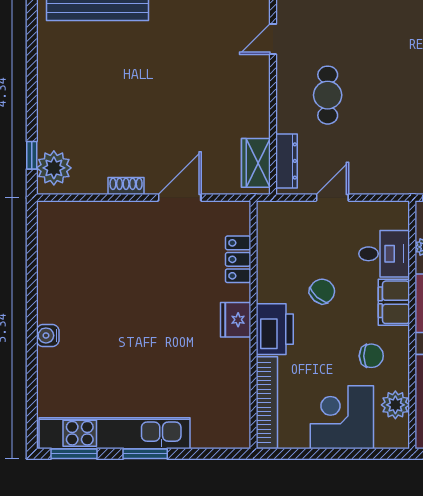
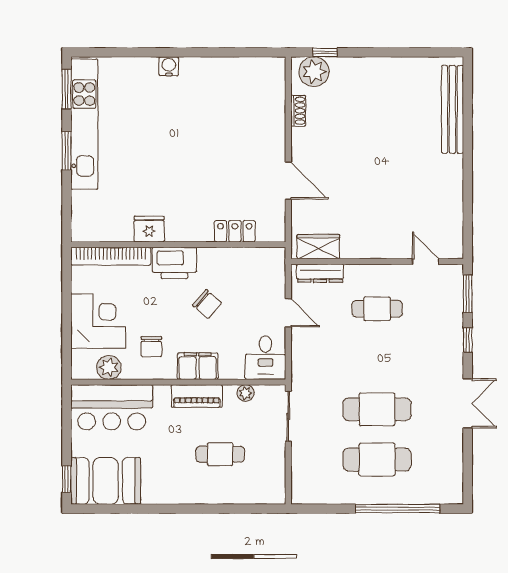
shoe rack: (126, 186) -> (298, 111), moved
desk: (384, 254) -> (265, 358), moved
fridge: (236, 320) -> (149, 229), moved

